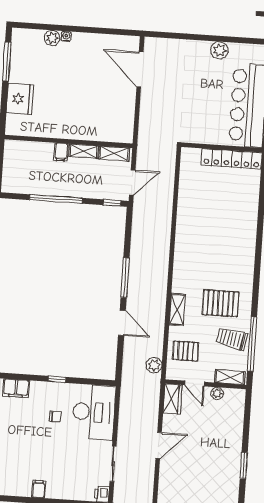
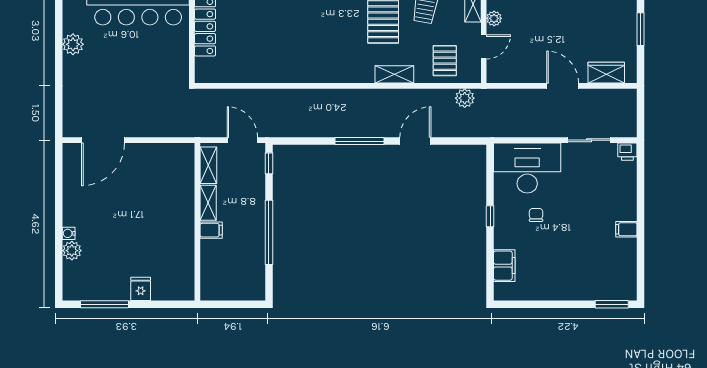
fridge: (20, 99) -> (141, 289), width x0.53, depth x0.75
wardrobe: (173, 399) -> (606, 73), moved

